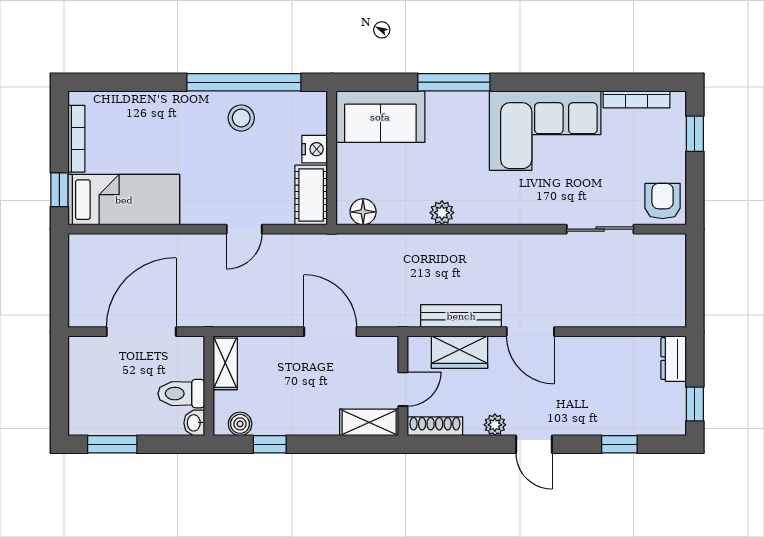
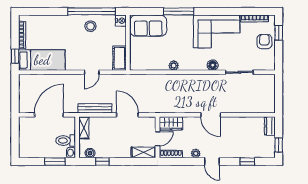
nightstand: (315, 149) -> (121, 21), moved
armchair: (663, 201) -> (264, 42), moved
floor lamp: (363, 212) -> (213, 65), moved
bench: (461, 316) -> (95, 108), moved
wardrobe: (460, 352) -> (171, 123), moved
window: (112, 444) -> (55, 162), moved

